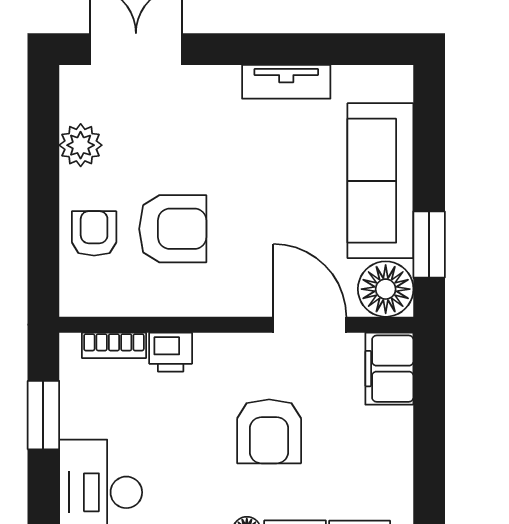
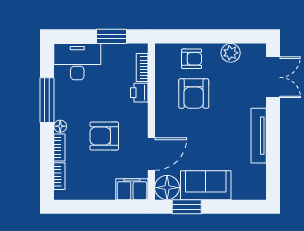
tv unit: (286, 82) -> (259, 136), width x1.41
sofa: (380, 181) -> (206, 185), width x0.73

